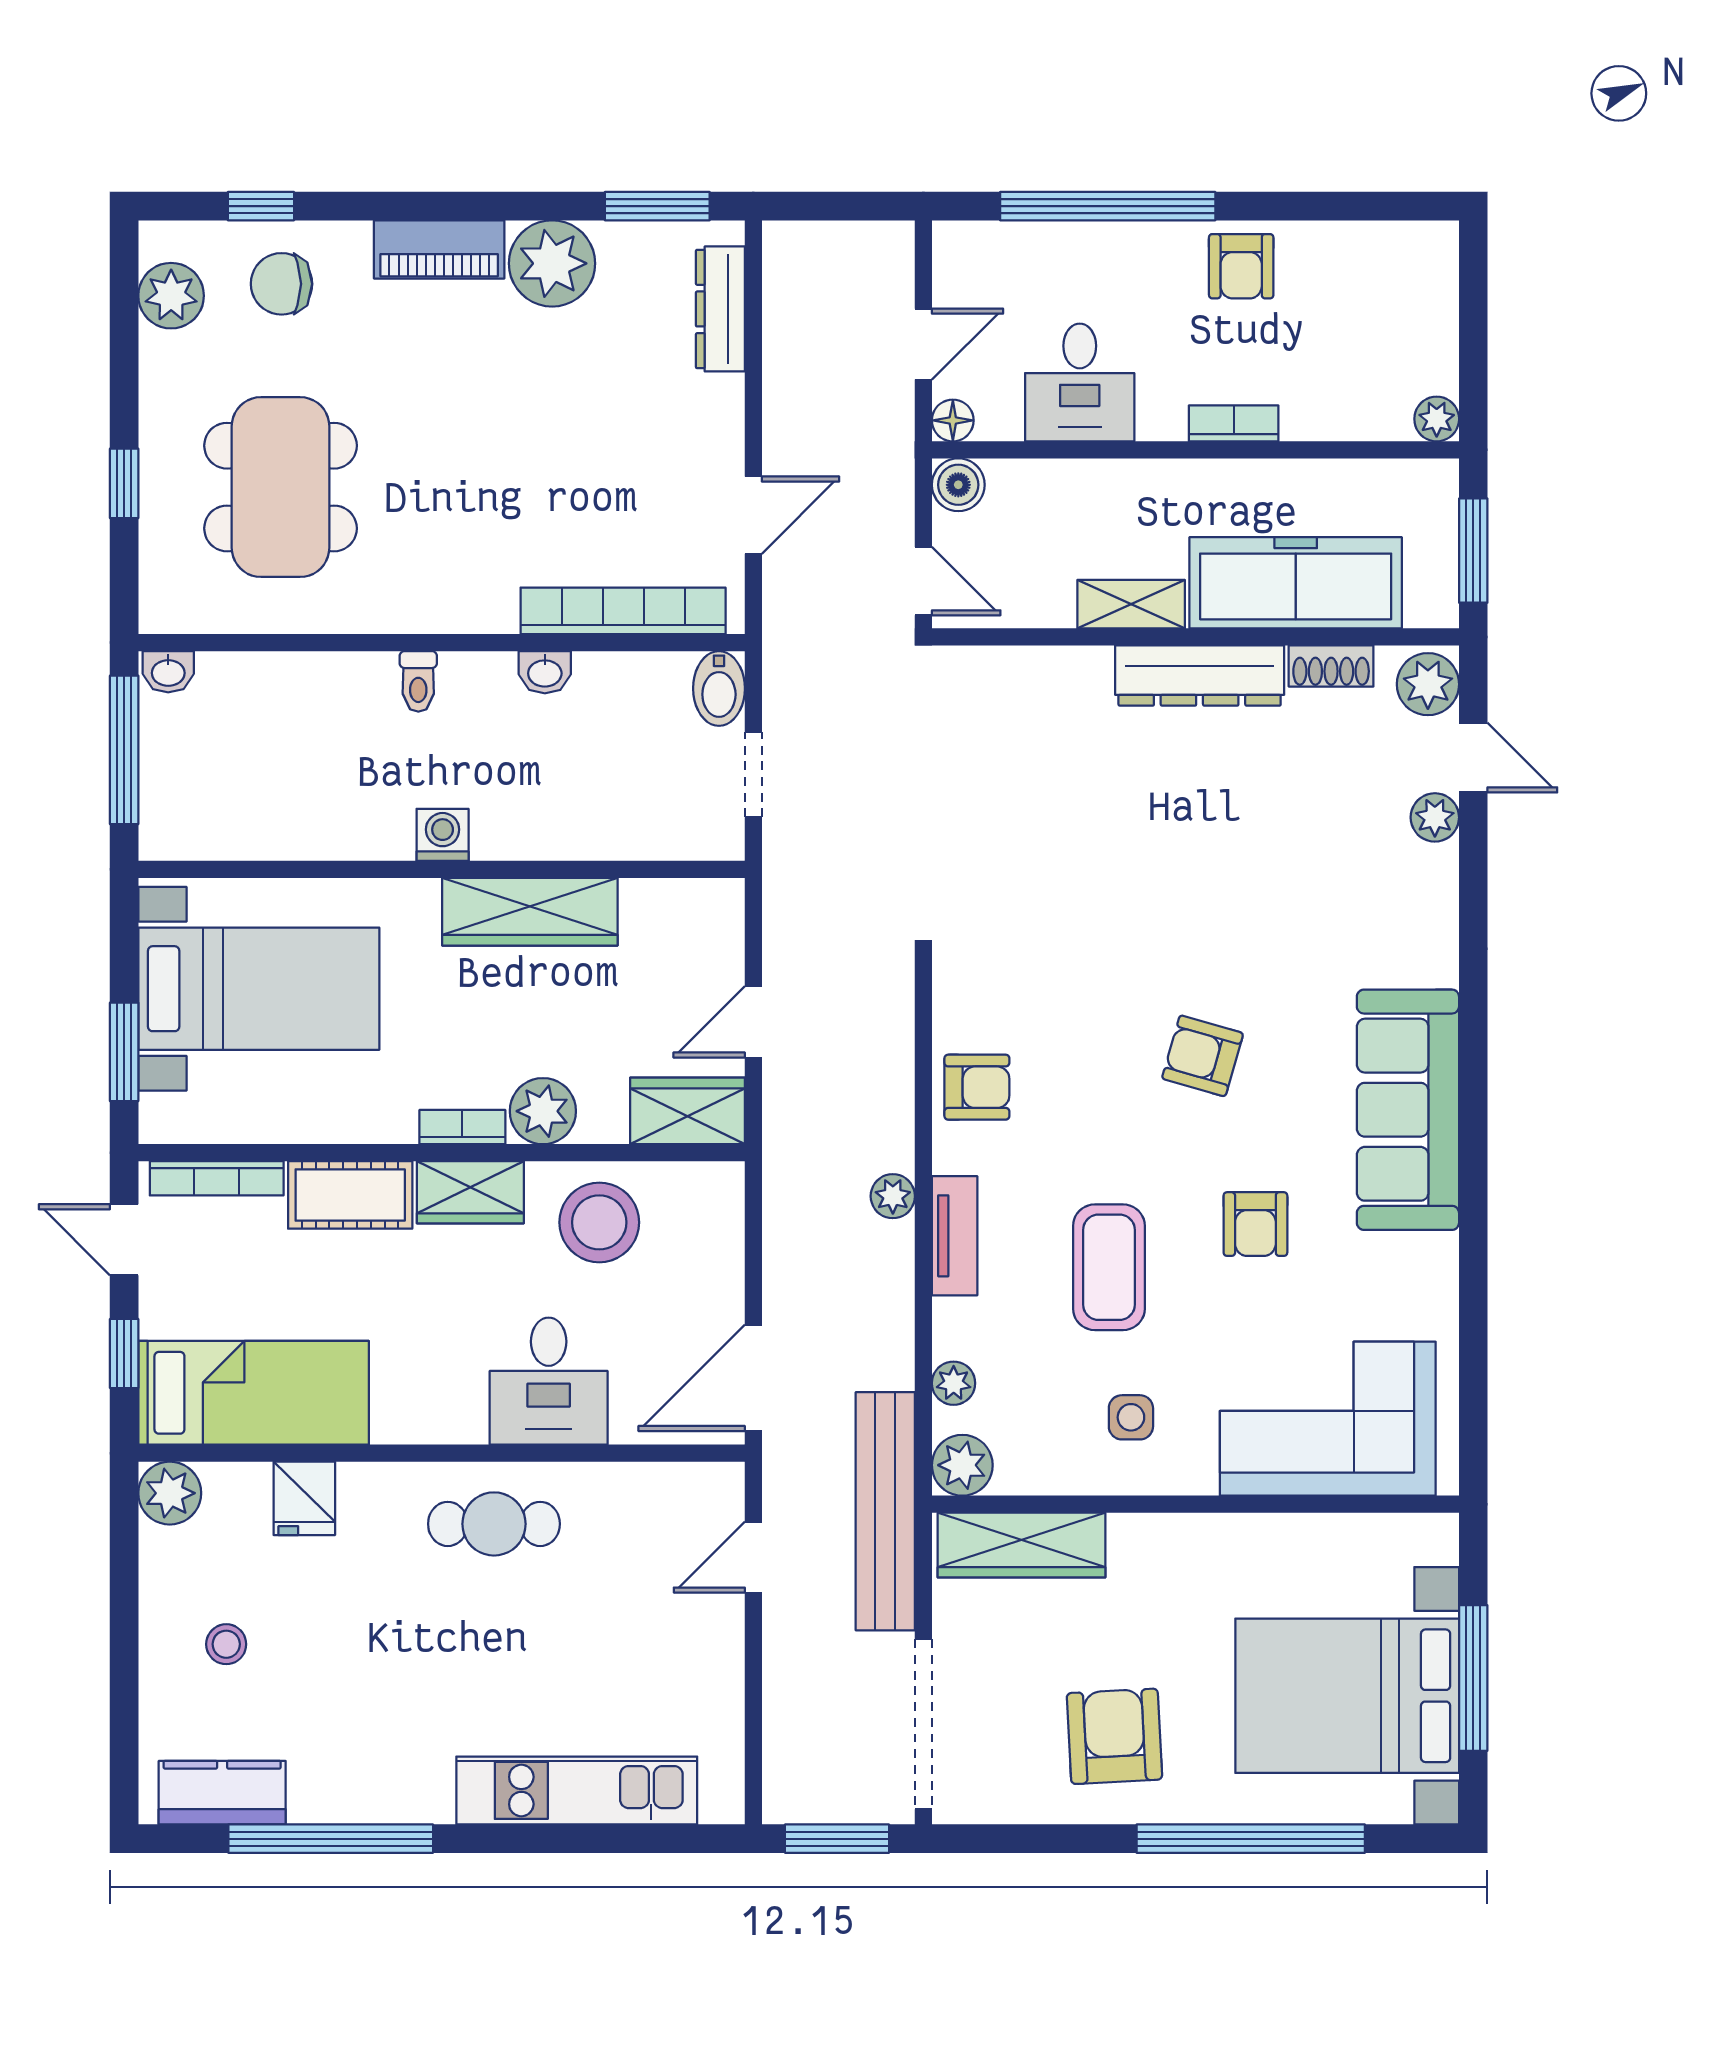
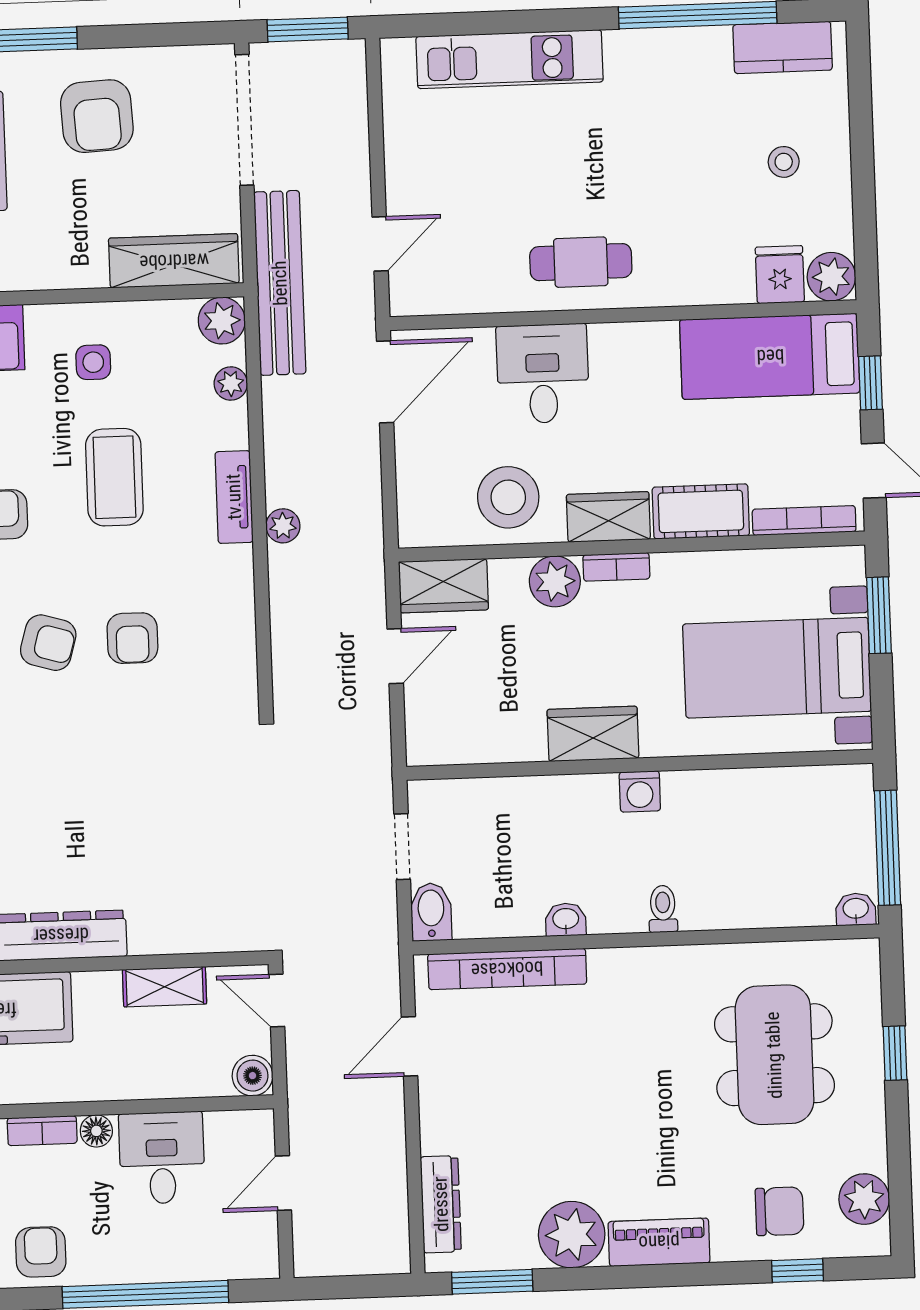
floor lamp: (953, 420) -> (96, 1131), moved
shelving: (1131, 604) -> (165, 987), moved
wardrobe: (530, 912) -> (593, 734), width x0.67
armchair: (977, 1087) -> (132, 638), moved, turned -90
fridge: (304, 1498) -> (780, 275), moved

